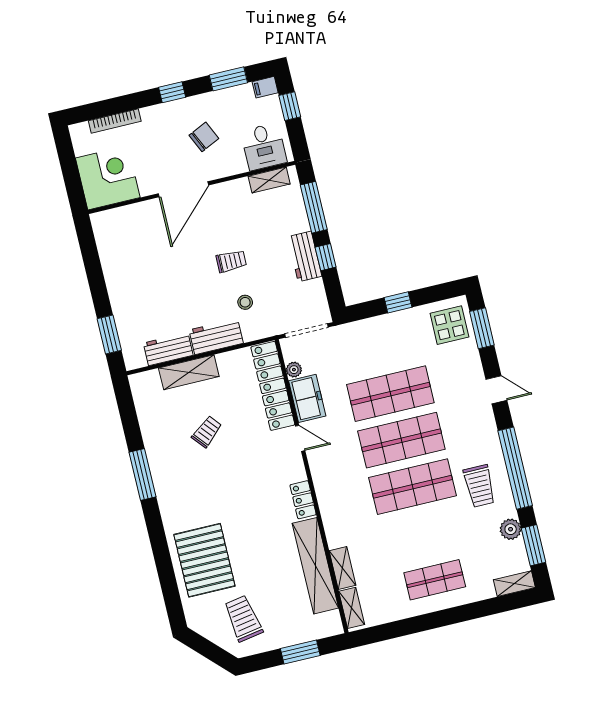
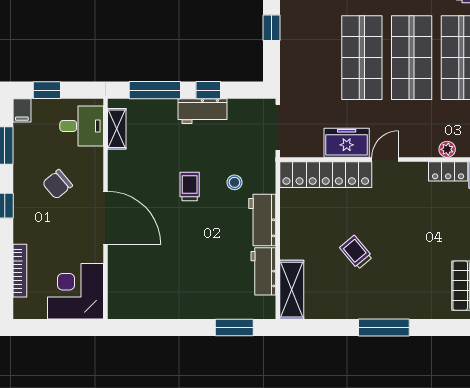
chair: (204, 137) -> (57, 184), turned -105
plant: (294, 370) -> (447, 149), moved
shelving: (189, 372) -> (292, 290), moved

